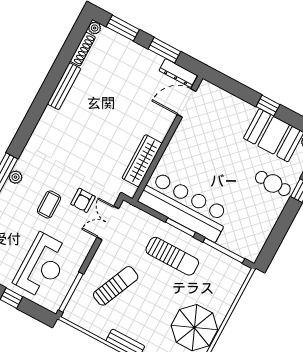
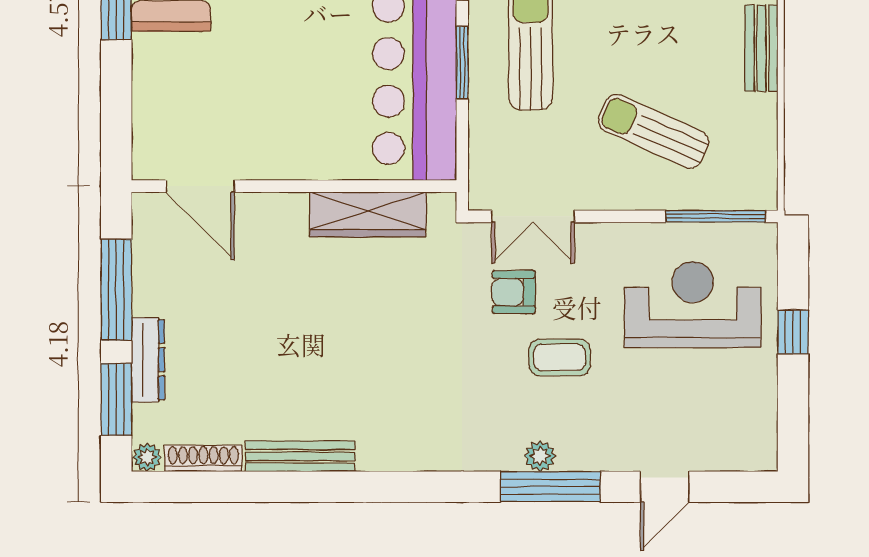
window: (164, 50) -> (116, 290), width x1.44
dresser: (178, 73) -> (148, 360), moved
armchair: (83, 200) -> (514, 292), turned 180

